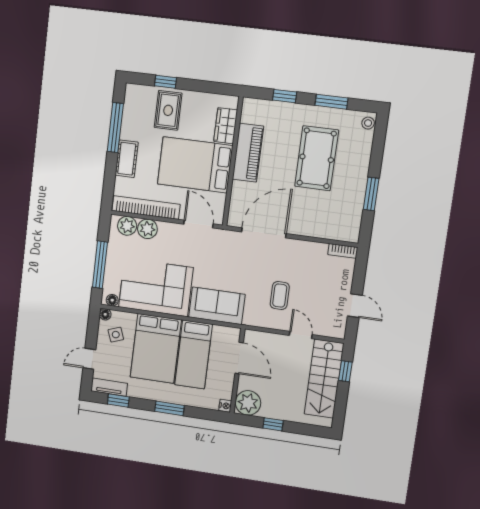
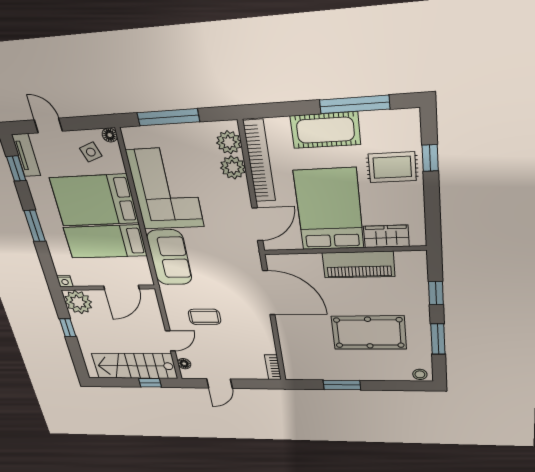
cot: (127, 159) -> (325, 130), width x1.37, depth x1.34
floor lamp: (112, 300) -> (184, 364), moved

